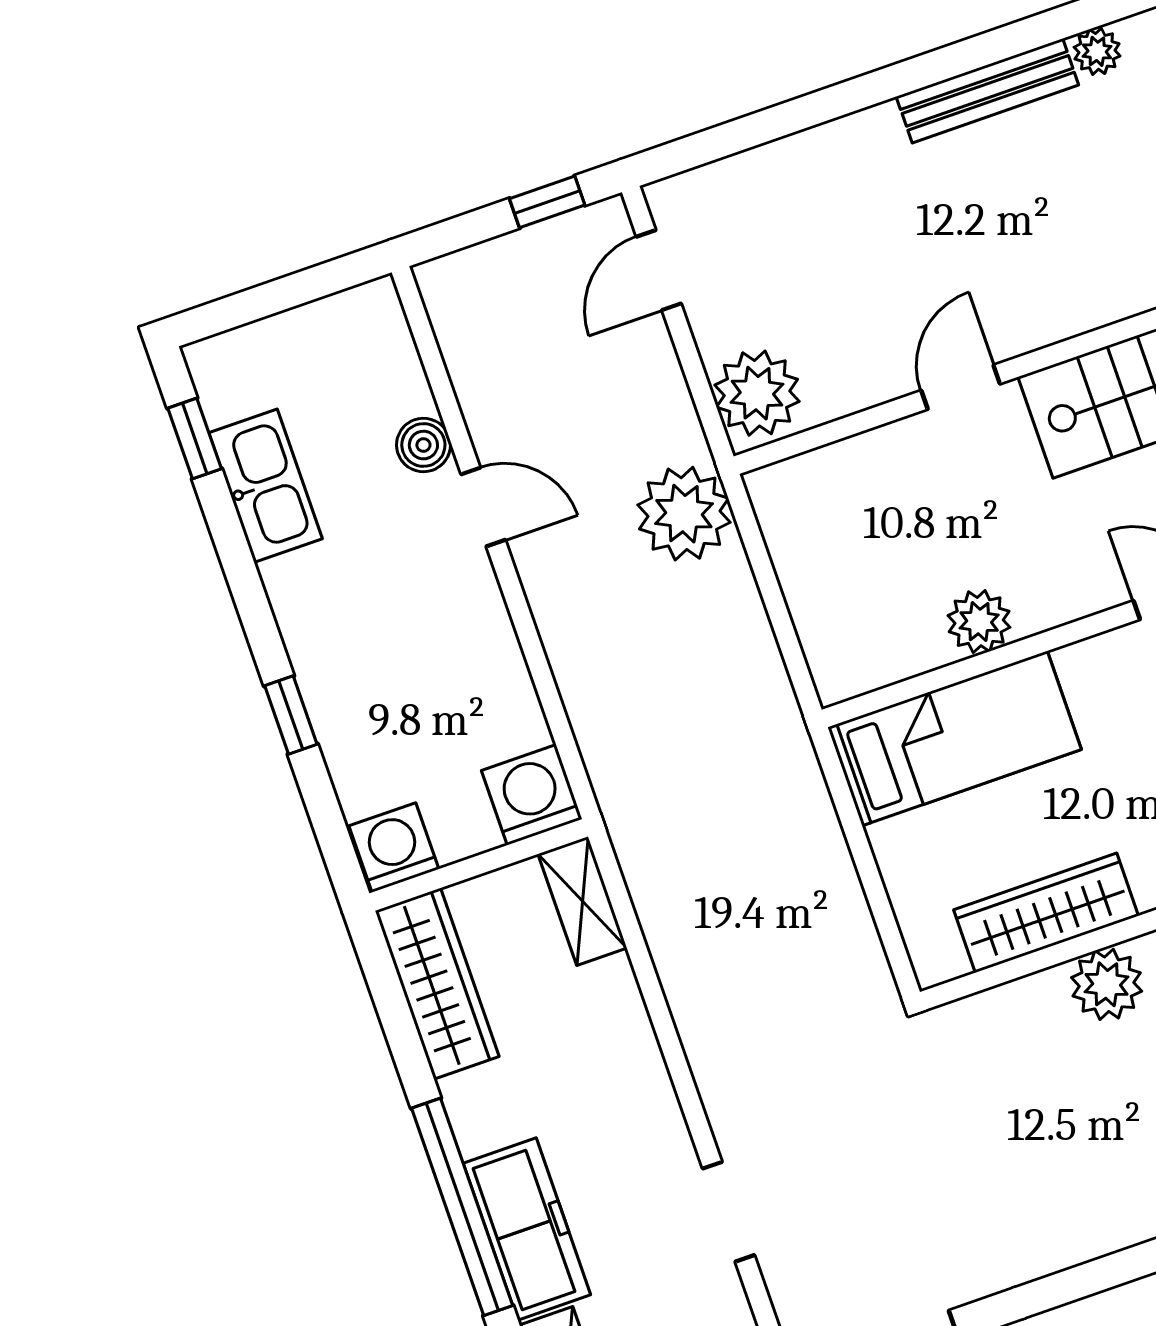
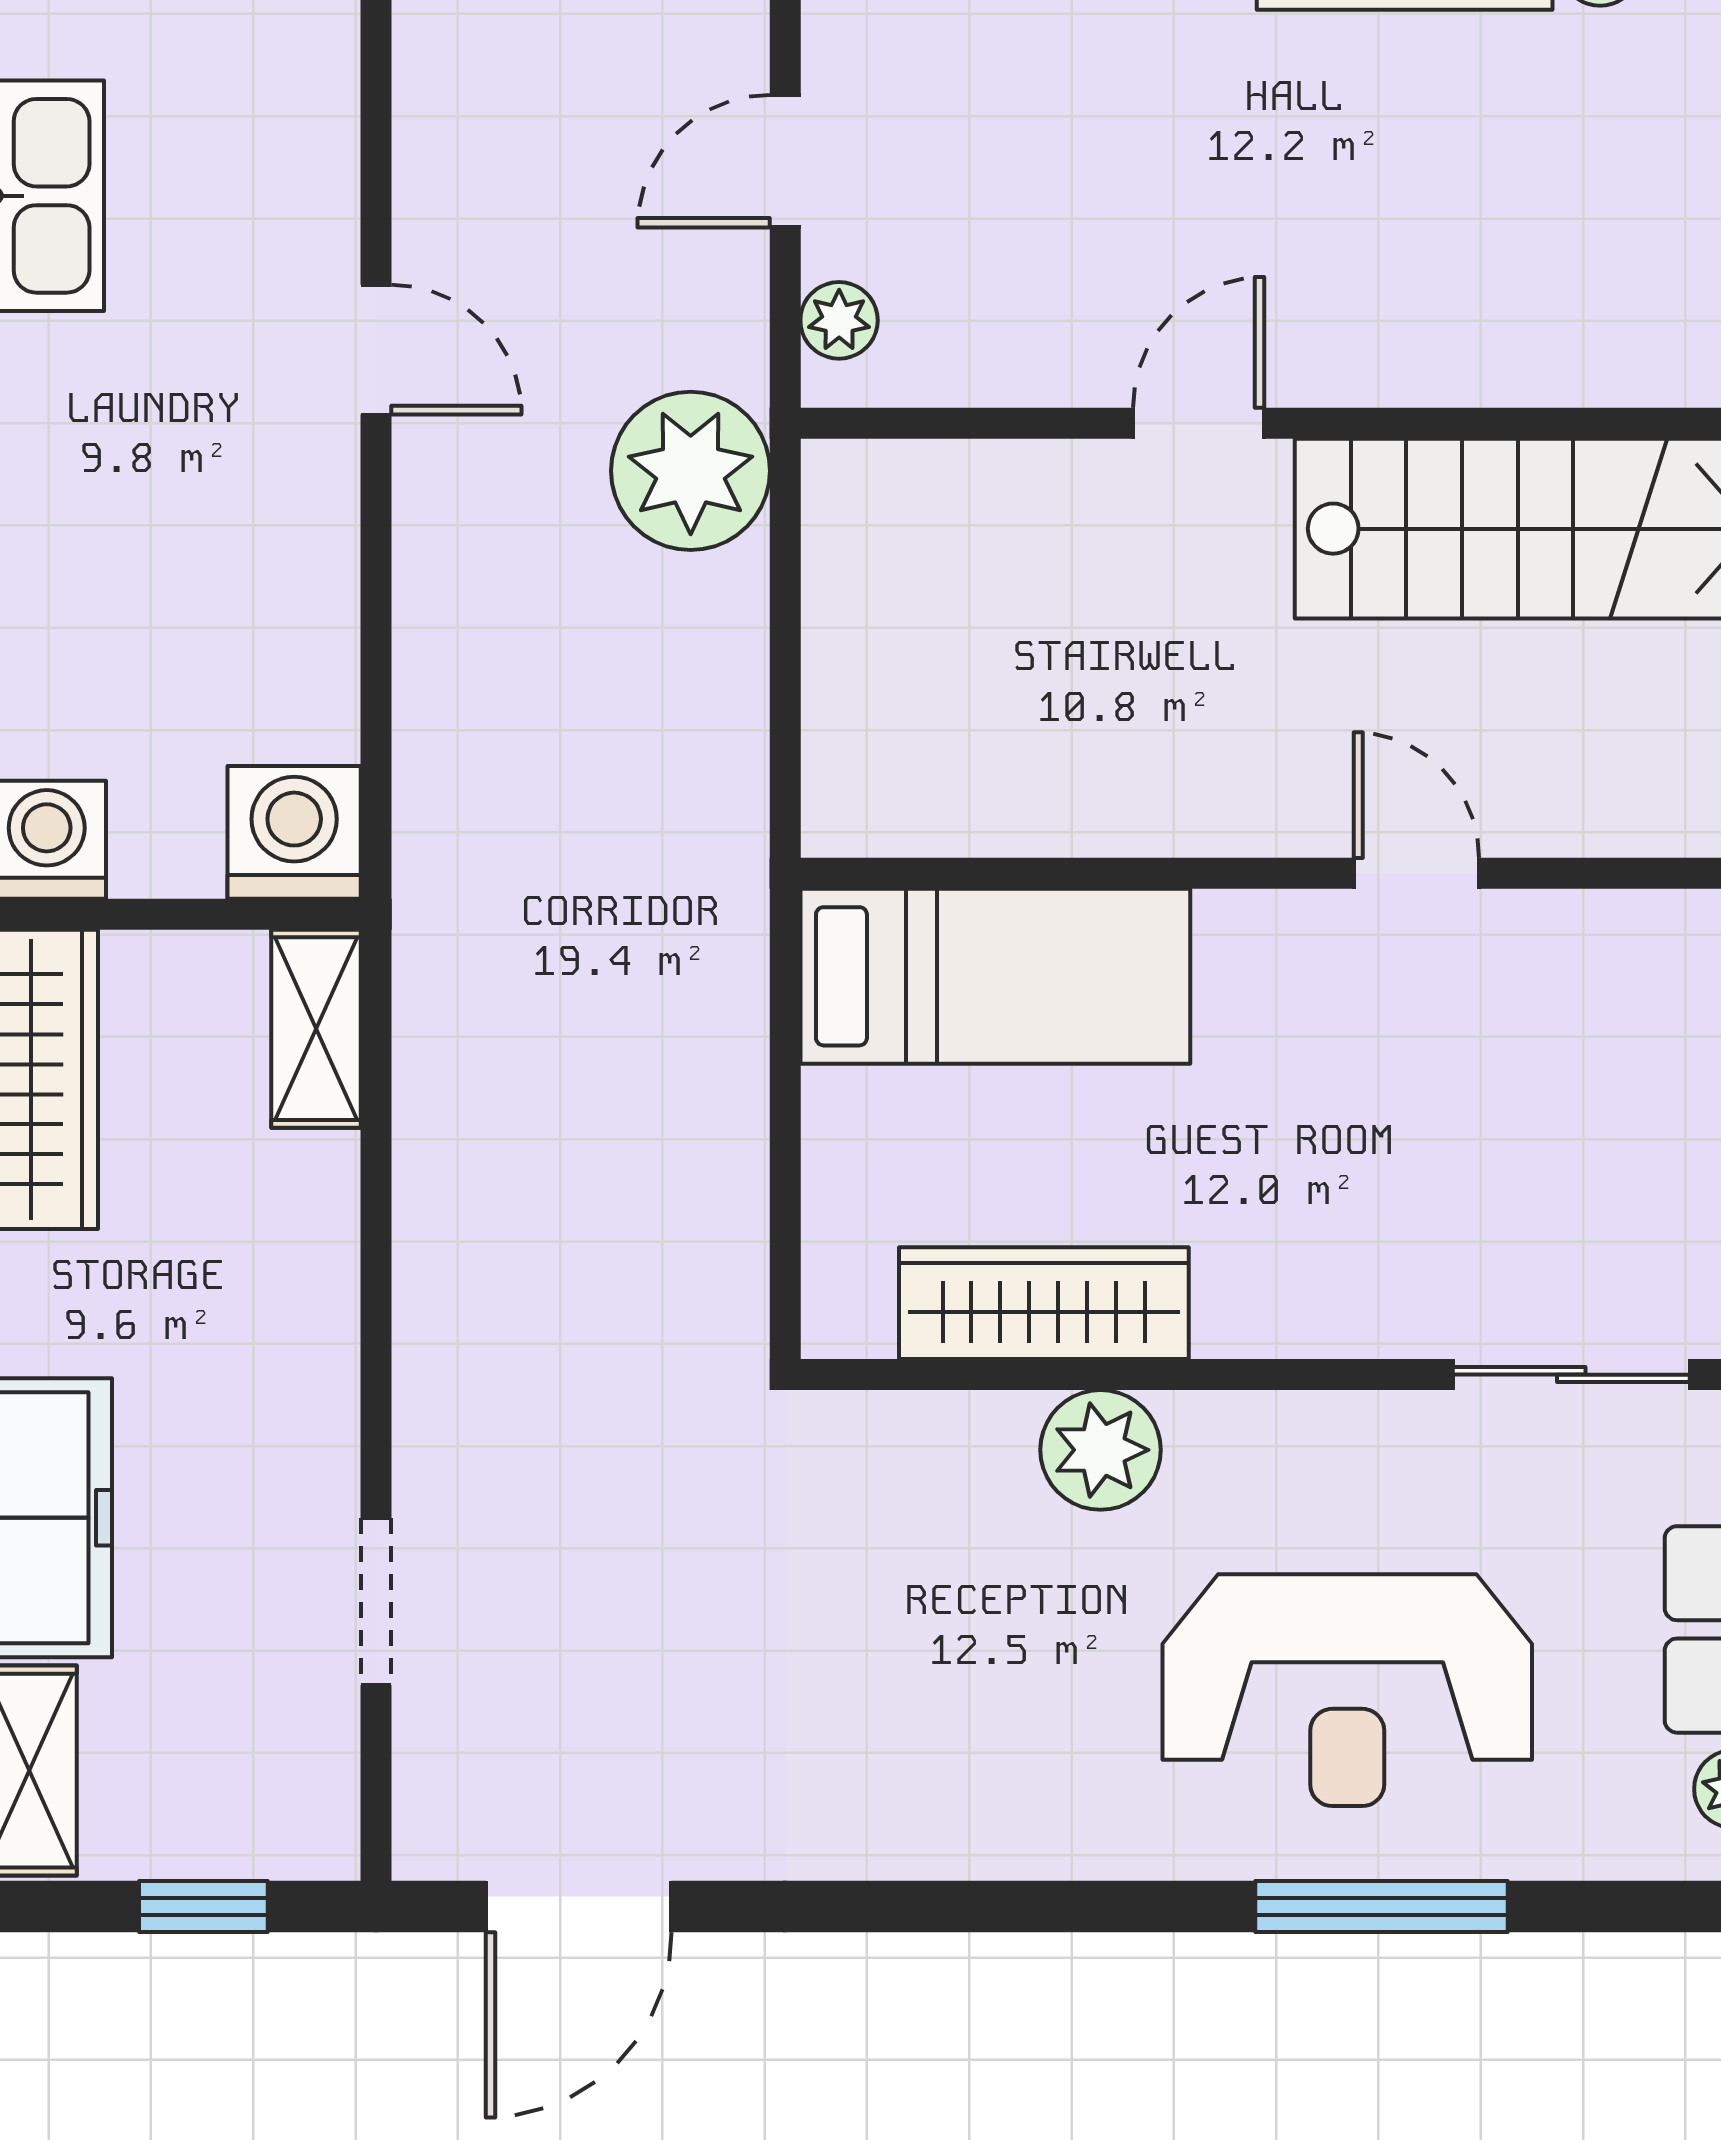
door: (659, 270) -> (785, 161), moved
plant: (757, 393) -> (839, 320), width x0.53, depth x0.53
boiler: (423, 445) -> (316, 218), removed
plant: (979, 622) -> (1099, 805), removed

